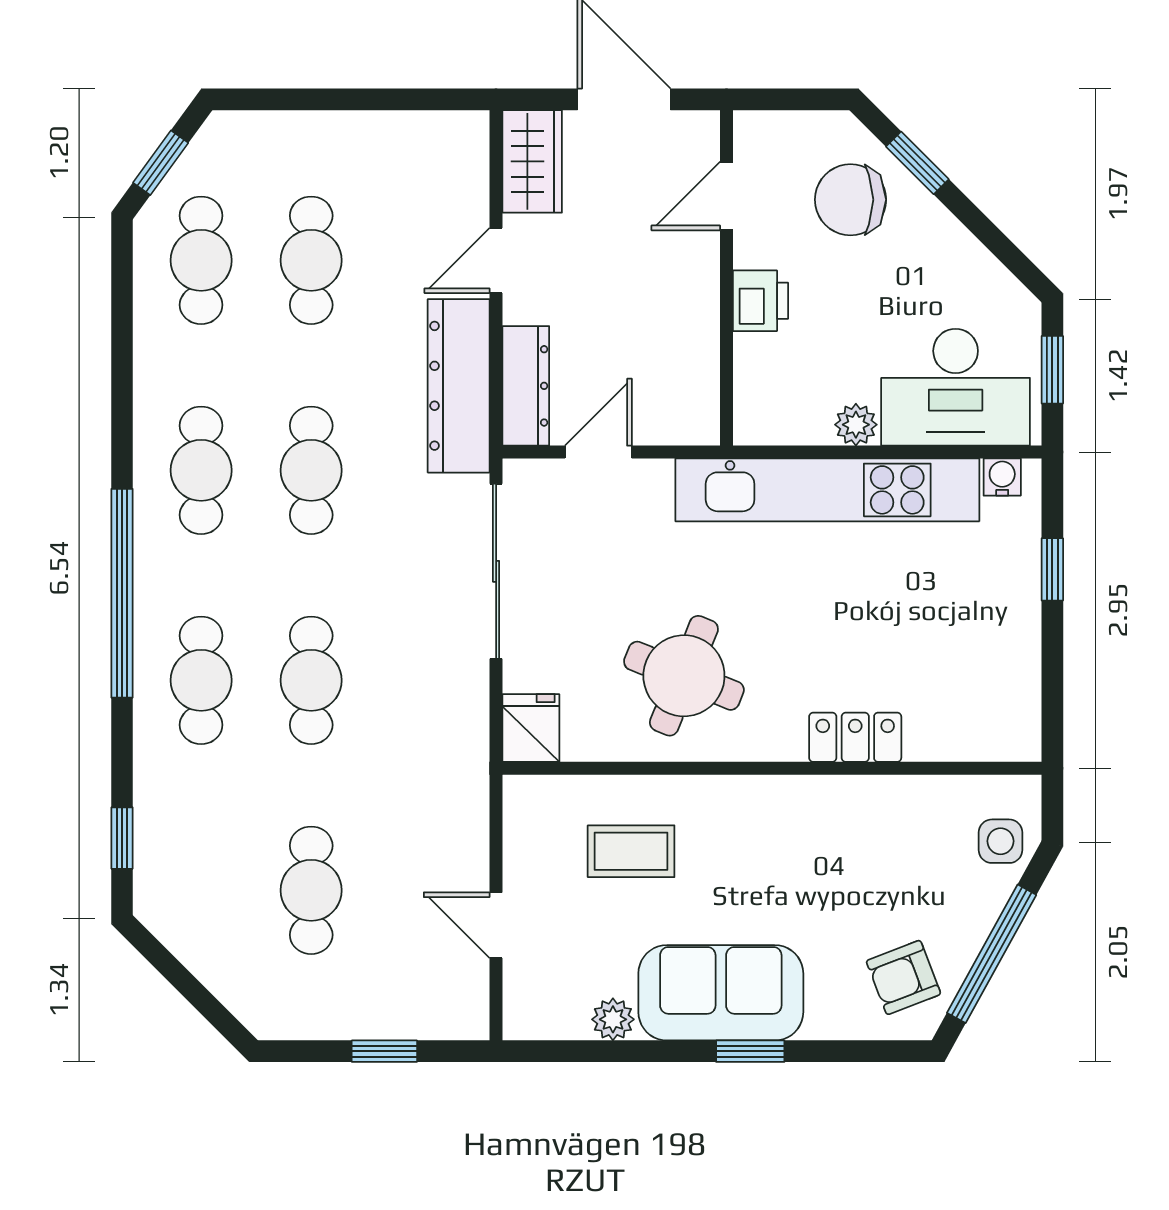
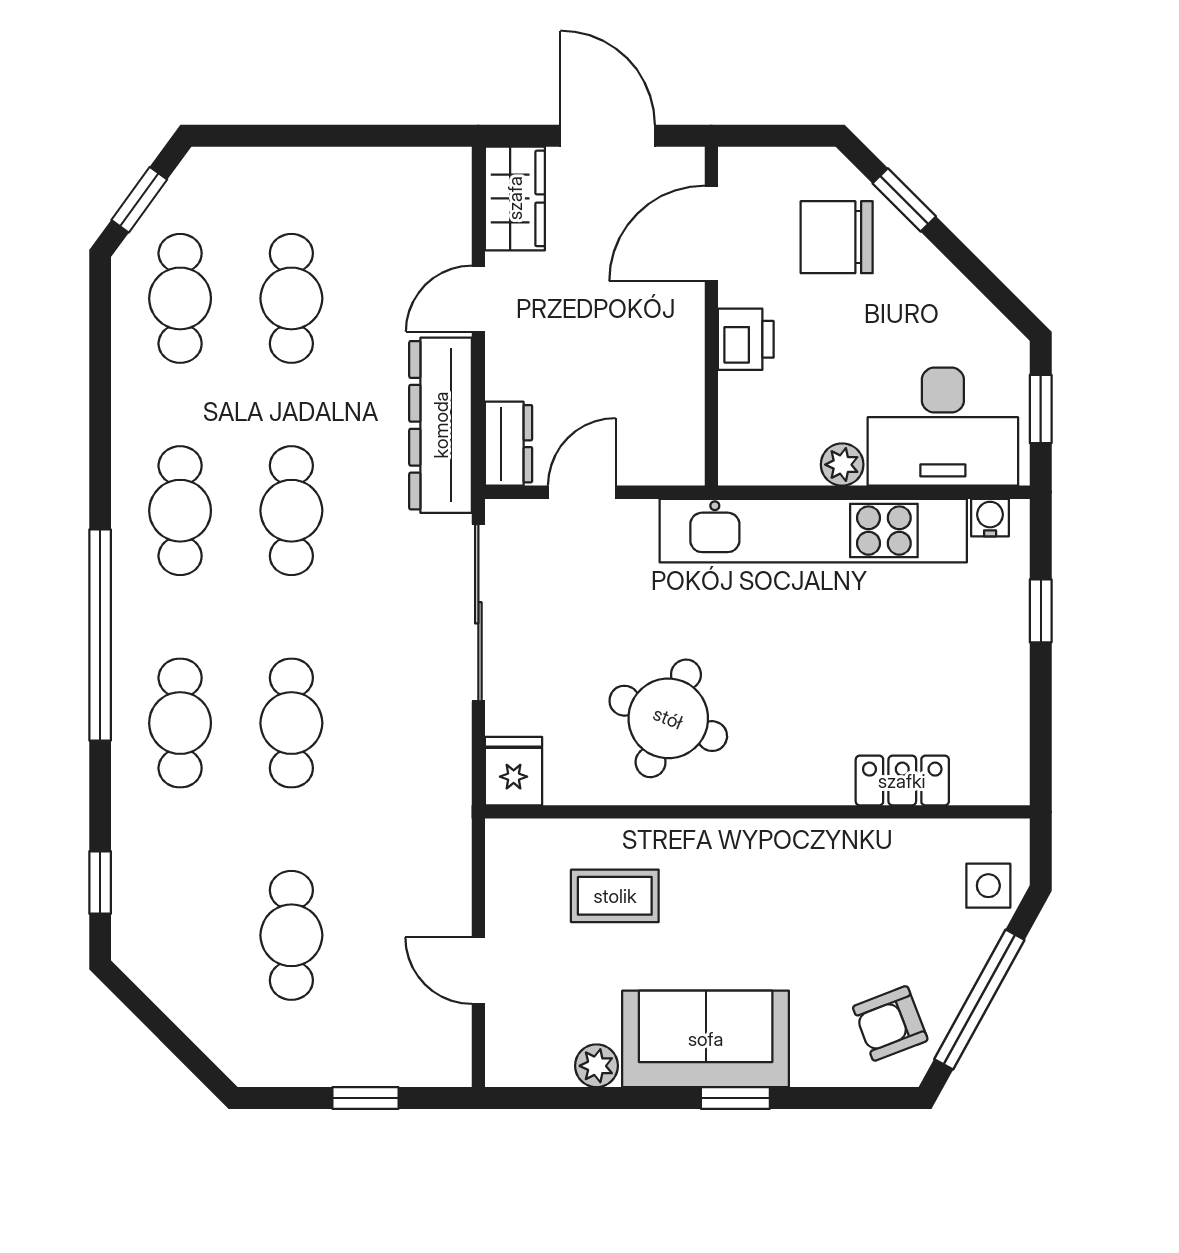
door: (726, 196) -> (711, 233), width x1.38
dresser: (526, 386) -> (508, 444), width x0.70
locker: (855, 737) -> (902, 781), moved

